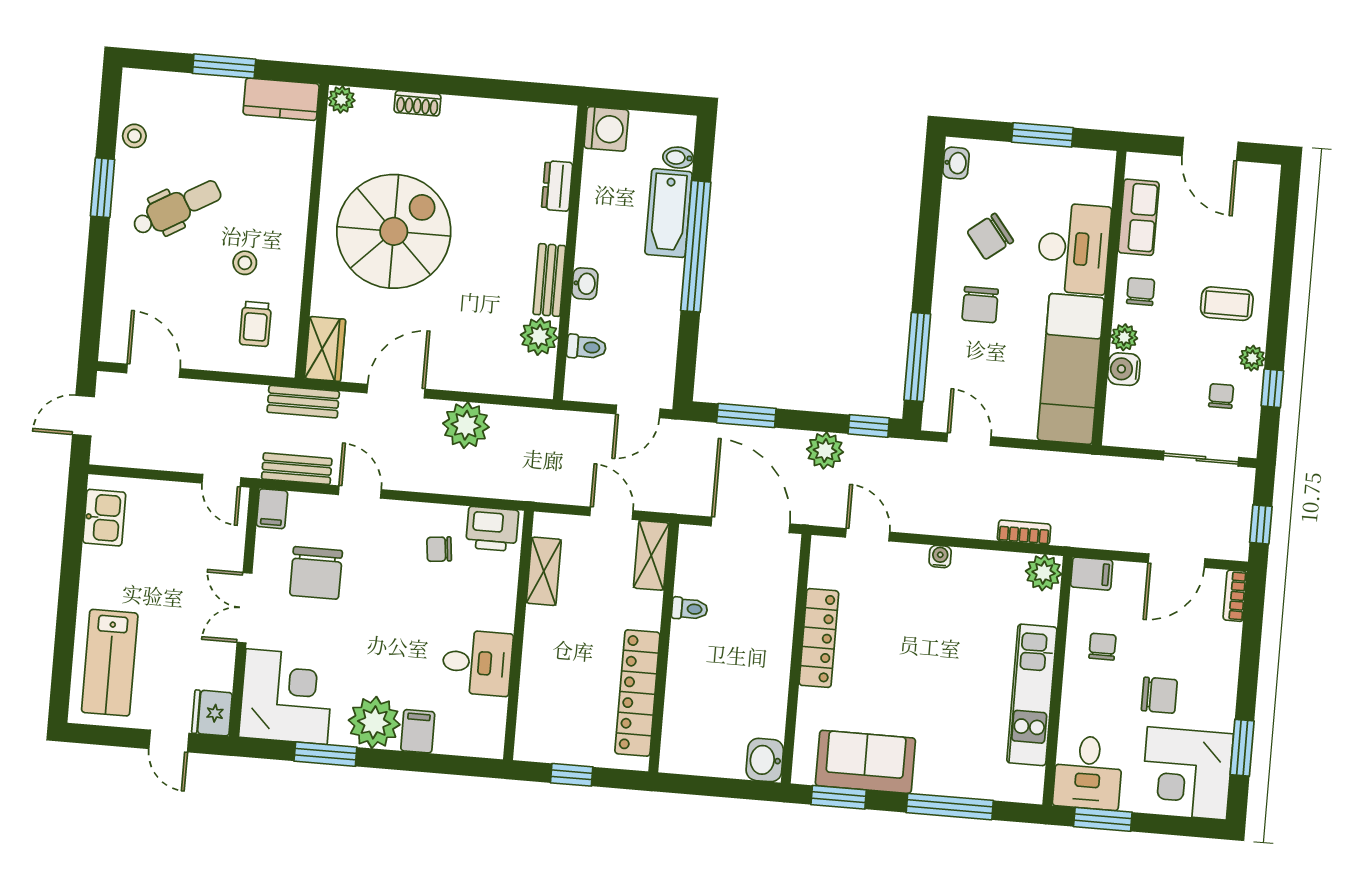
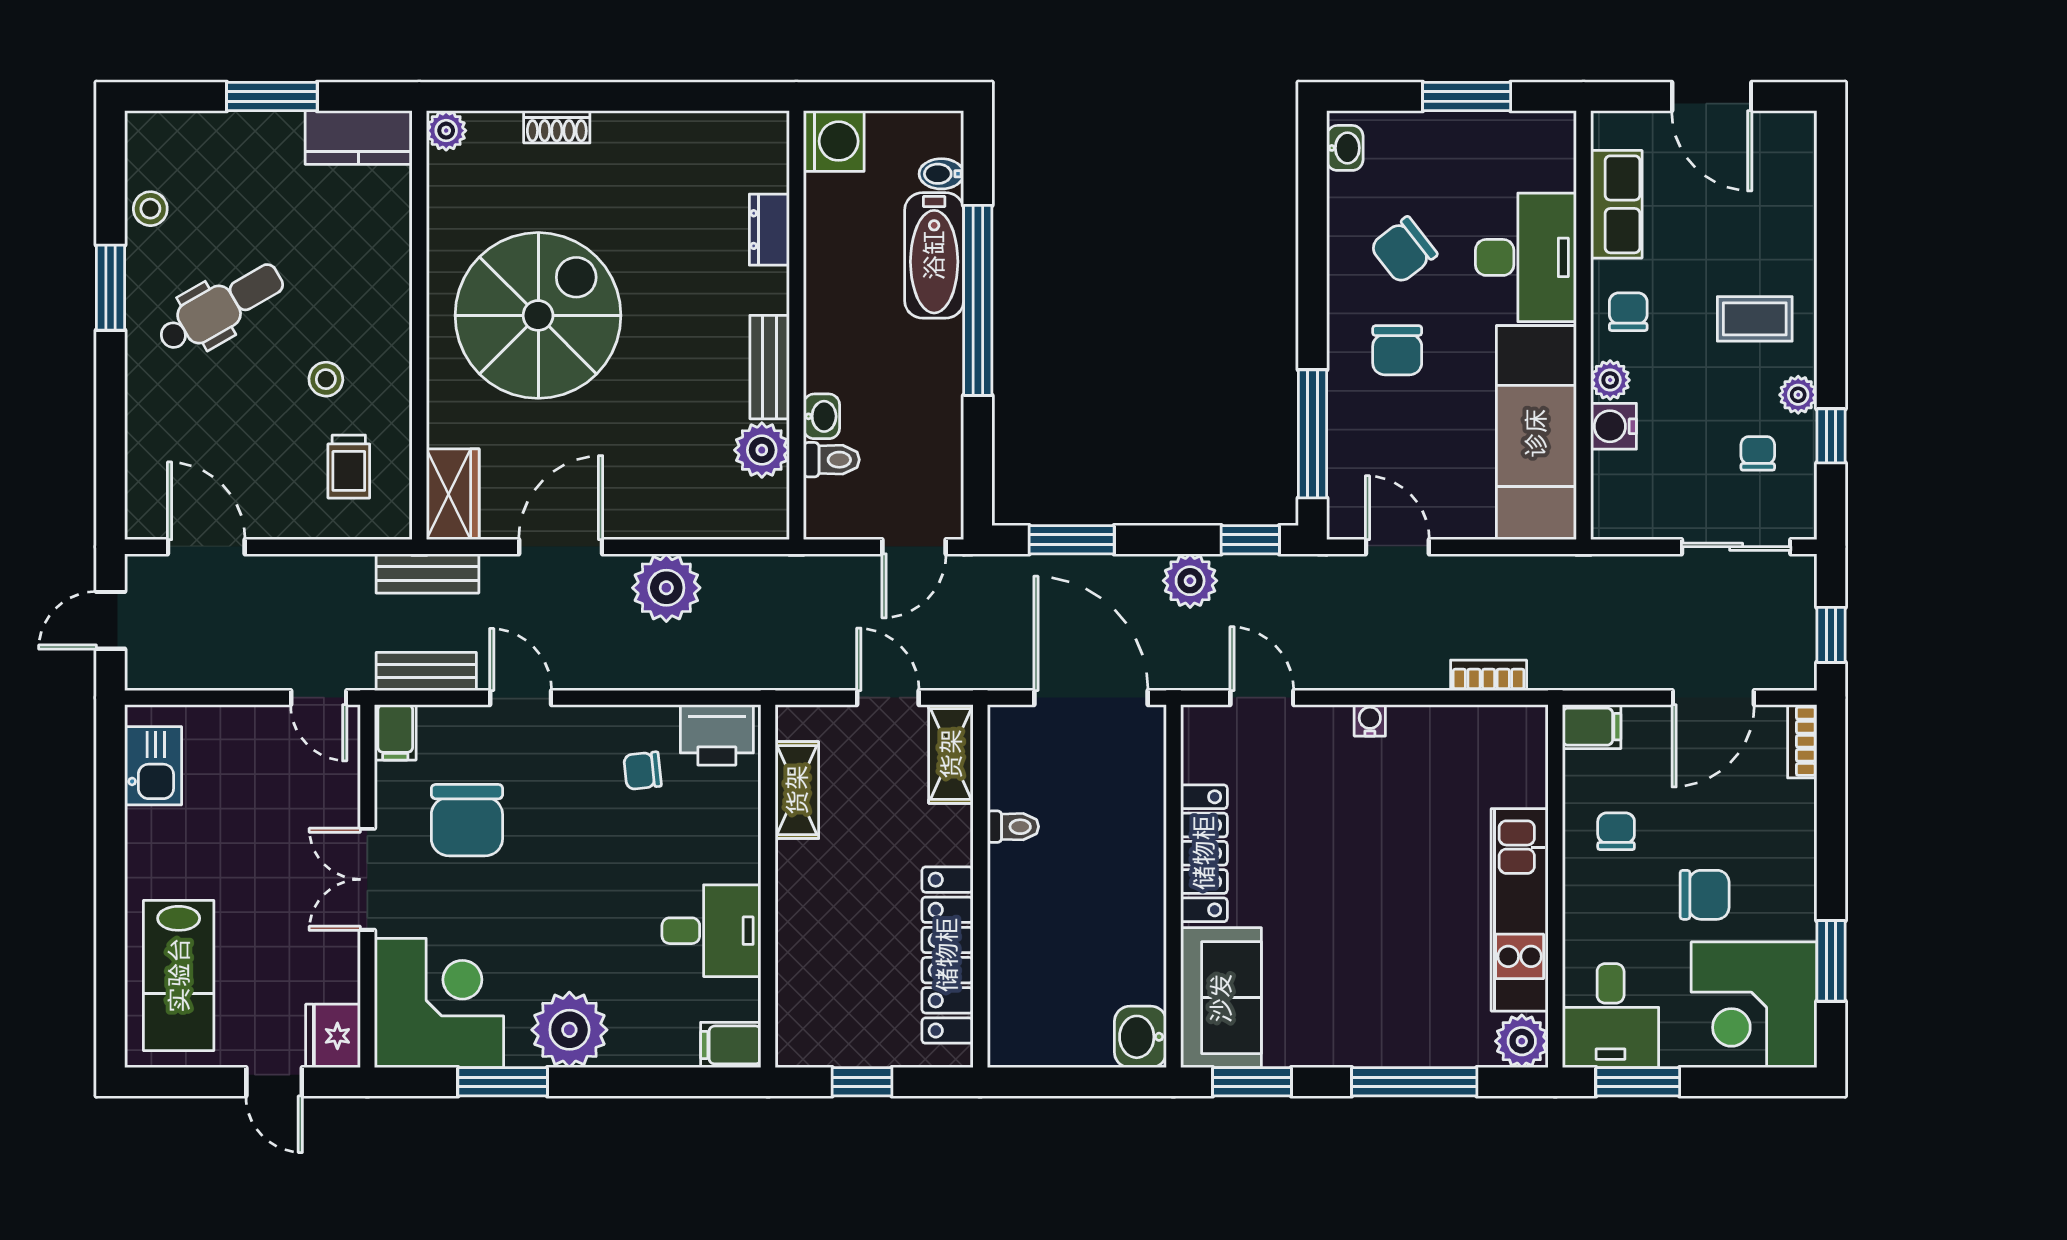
washbasin: (585, 284) -> (822, 416), moved
plant: (1044, 573) -> (1522, 1041), moved
filing cabinet: (418, 731) -> (731, 1045), moved, turned -90
sofa: (865, 762) -> (1221, 998), moved, turned 90

